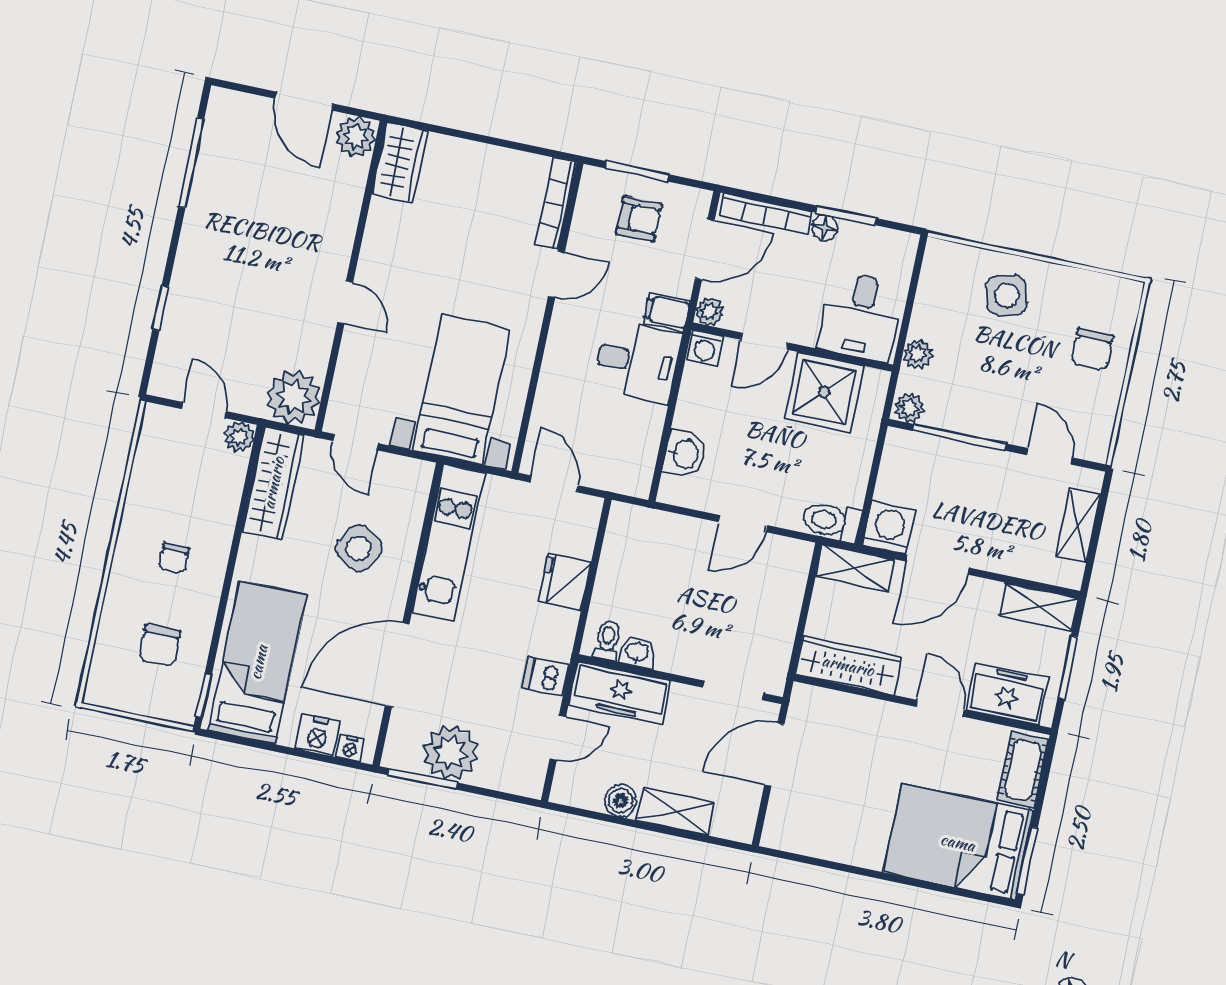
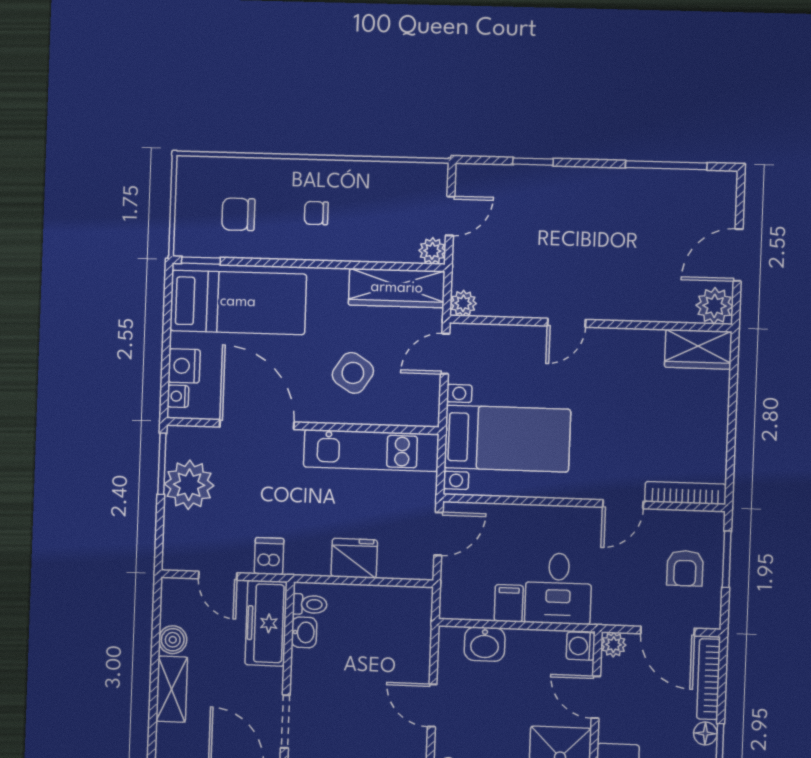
door: (556, 275) -> (623, 504), hinge flipped
filing cabinet: (667, 312) -> (509, 603), moved
plant: (293, 397) -> (463, 303), width x0.53, depth x0.53

